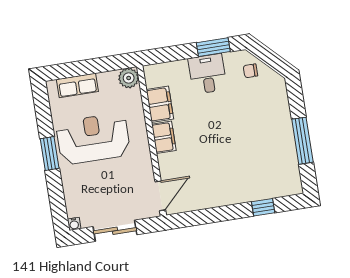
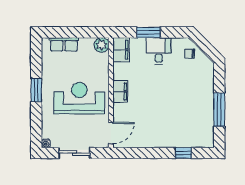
window: (213, 47) -> (149, 32), moved
filing cabinet: (160, 104) -> (121, 50), moved
reception desk: (93, 139) -> (79, 98), moved

